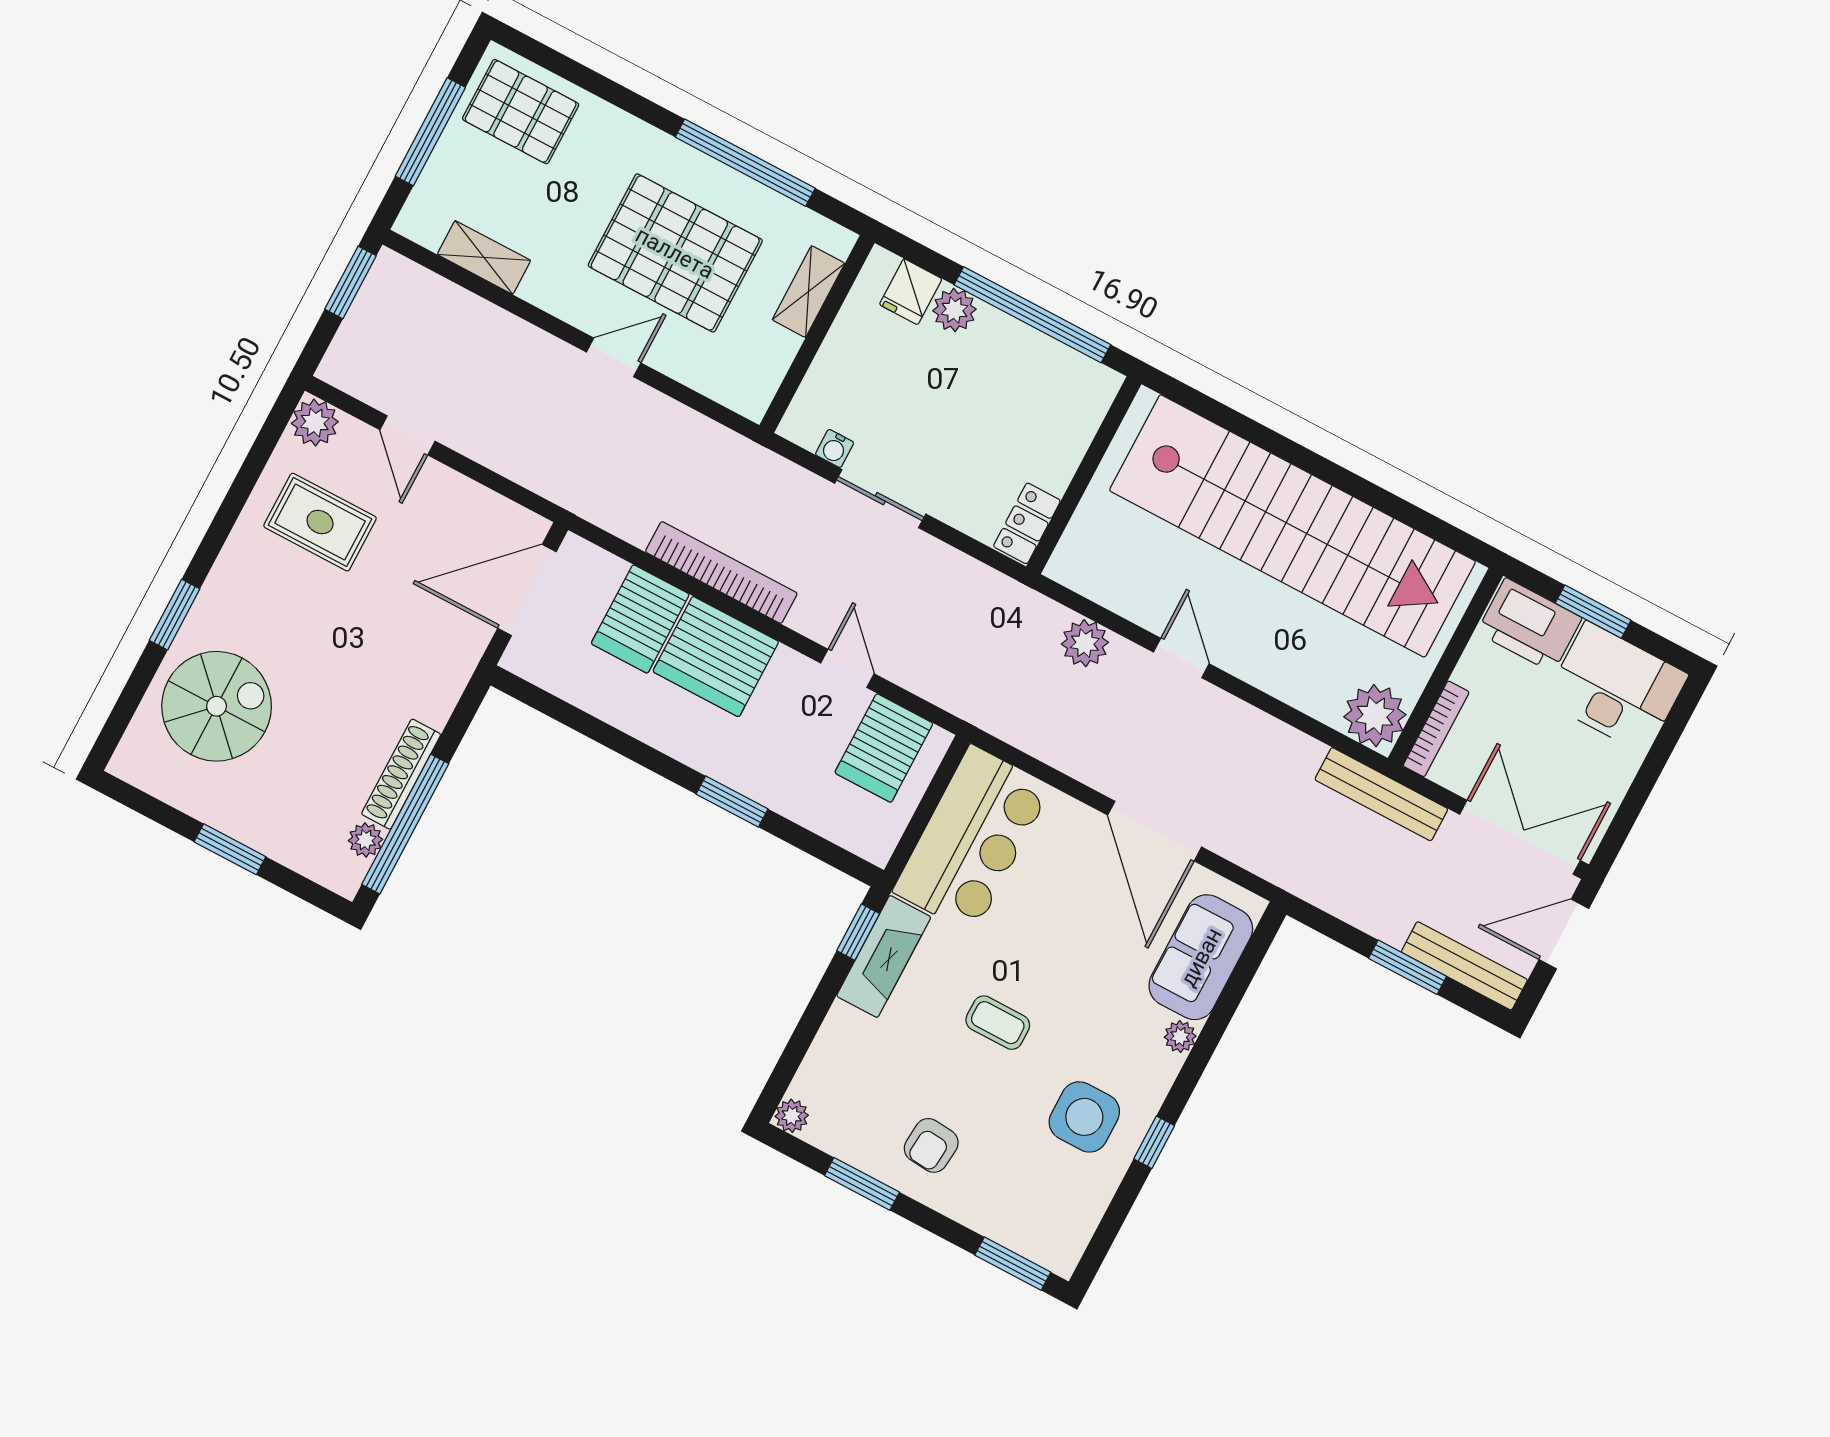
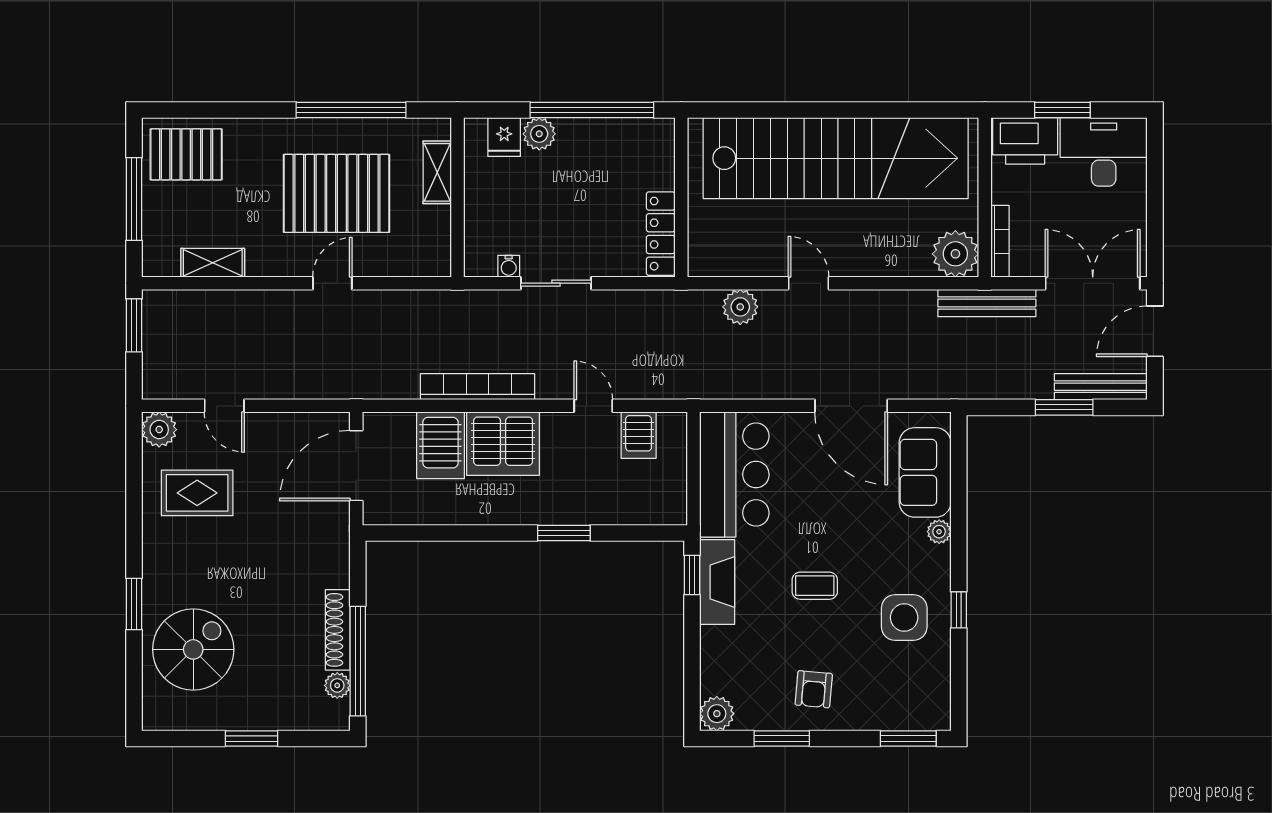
locker: (1027, 523) -> (661, 234), width x1.53
server rack: (884, 748) -> (639, 435), width x0.73, depth x0.70
plant: (792, 1116) -> (717, 714), width x1.38, depth x1.38

